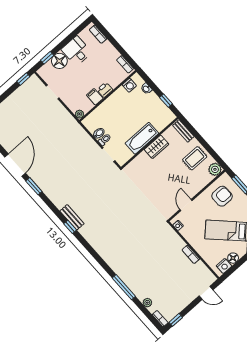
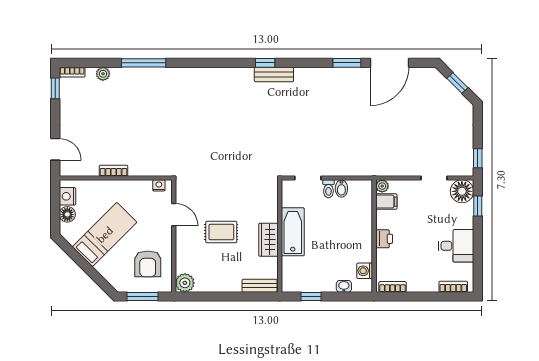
floor lamp: (59, 61) -> (462, 191), moved
filing cabinet: (95, 97) -> (386, 202), moved
rug: (195, 158) -> (221, 232), moved, turned 90
door: (15, 165) -> (389, 63), hinge flipped
door: (206, 293) -> (55, 149), swing flipped

